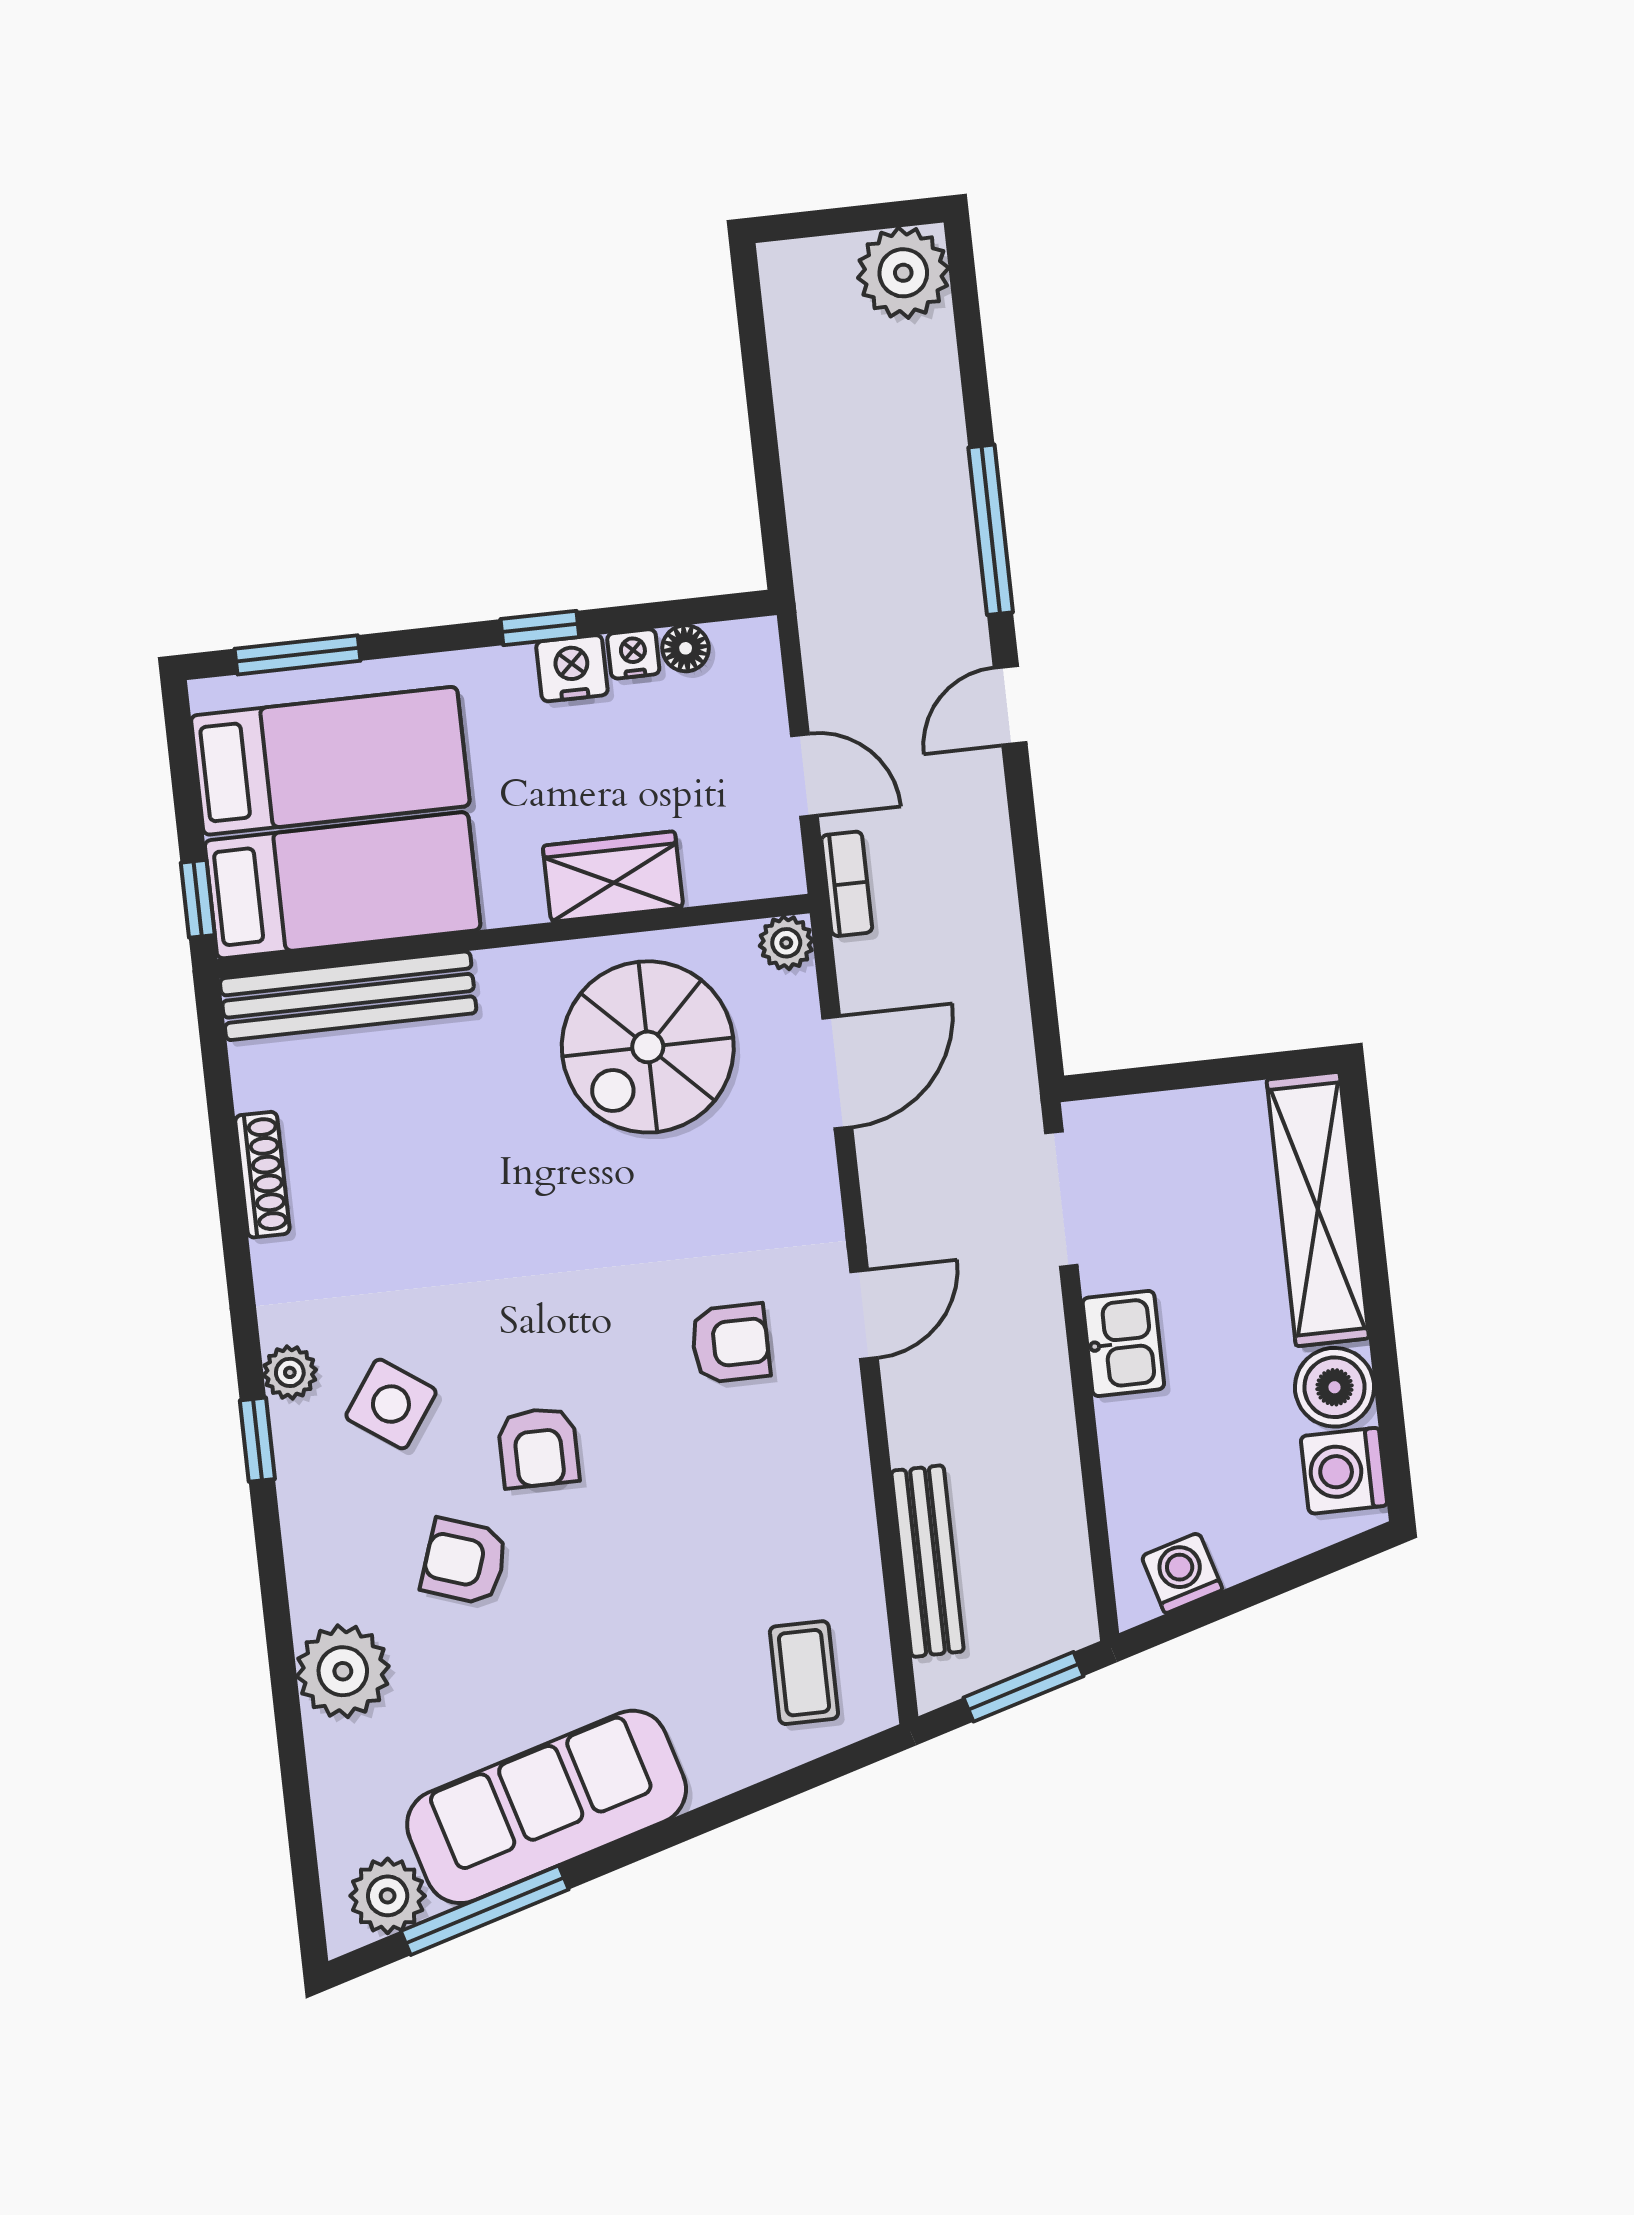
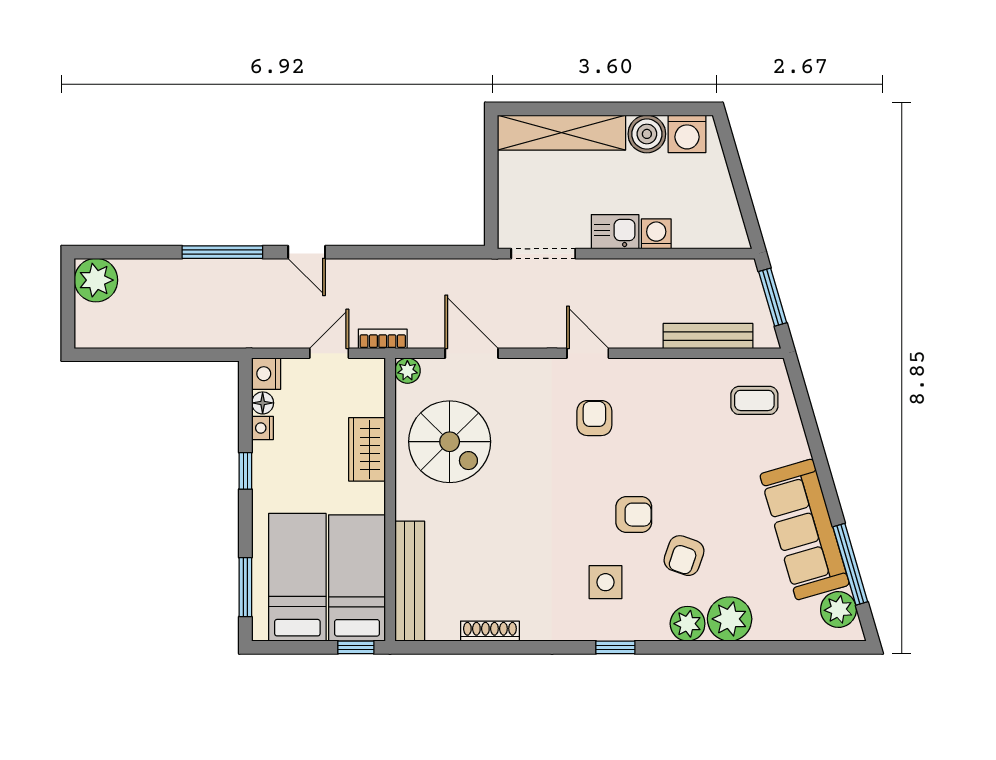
nightstand: (572, 668) -> (266, 374), moved
plant: (290, 1372) -> (688, 624), moved, width x1.38, depth x1.38
side table: (391, 1404) -> (605, 582), turned -35
washing machine: (1182, 1573) -> (656, 234), moved, turned 106

